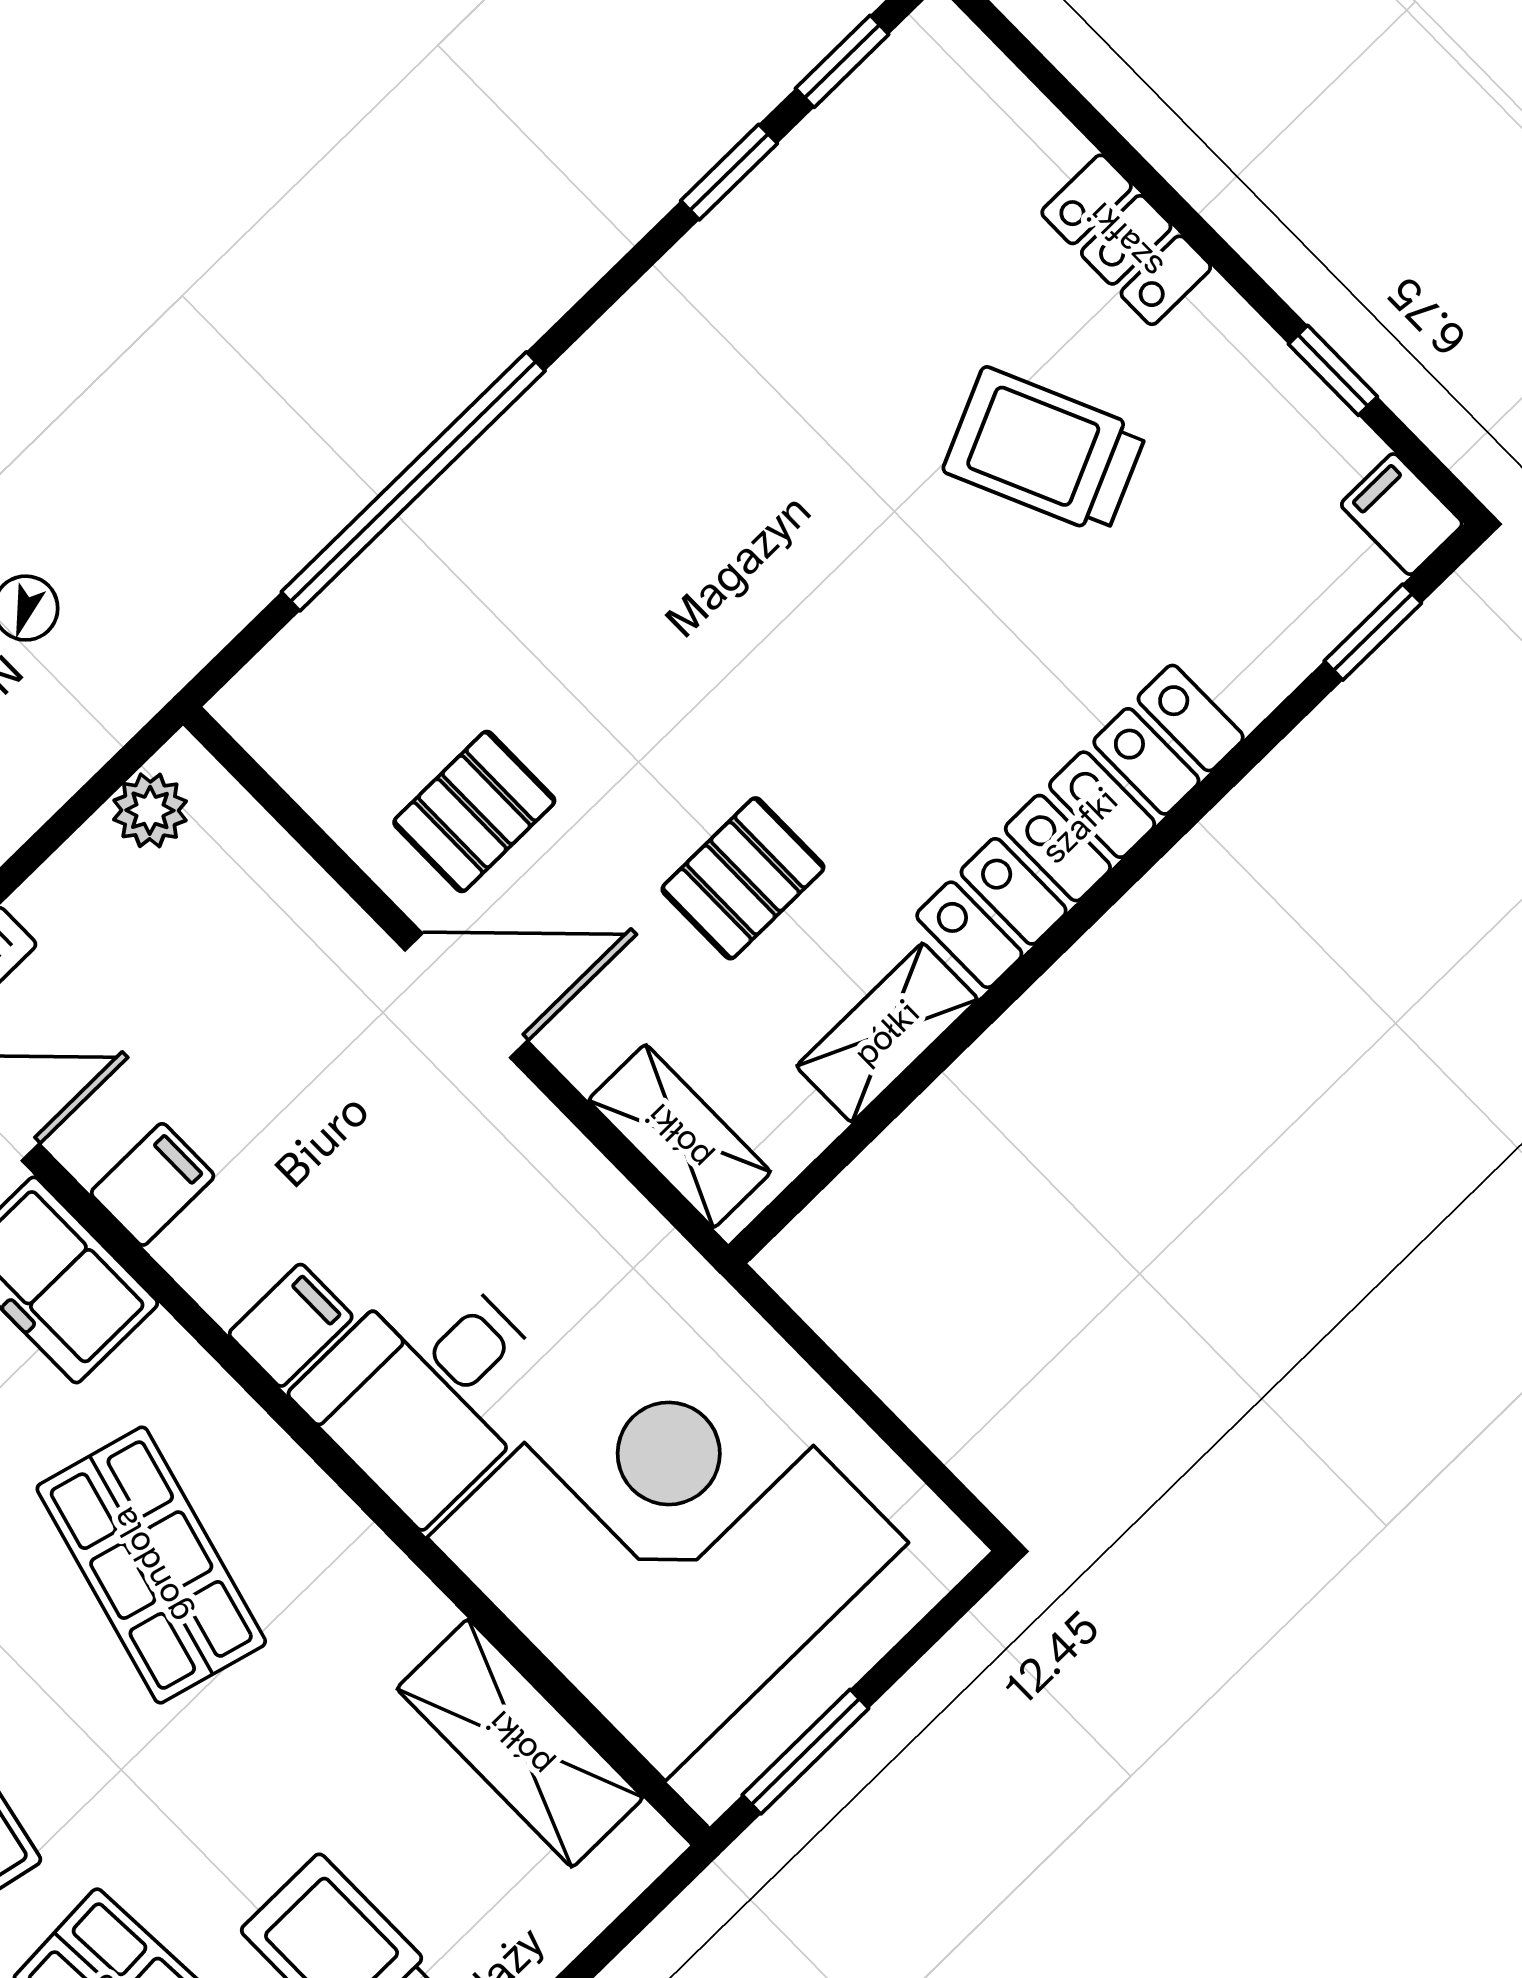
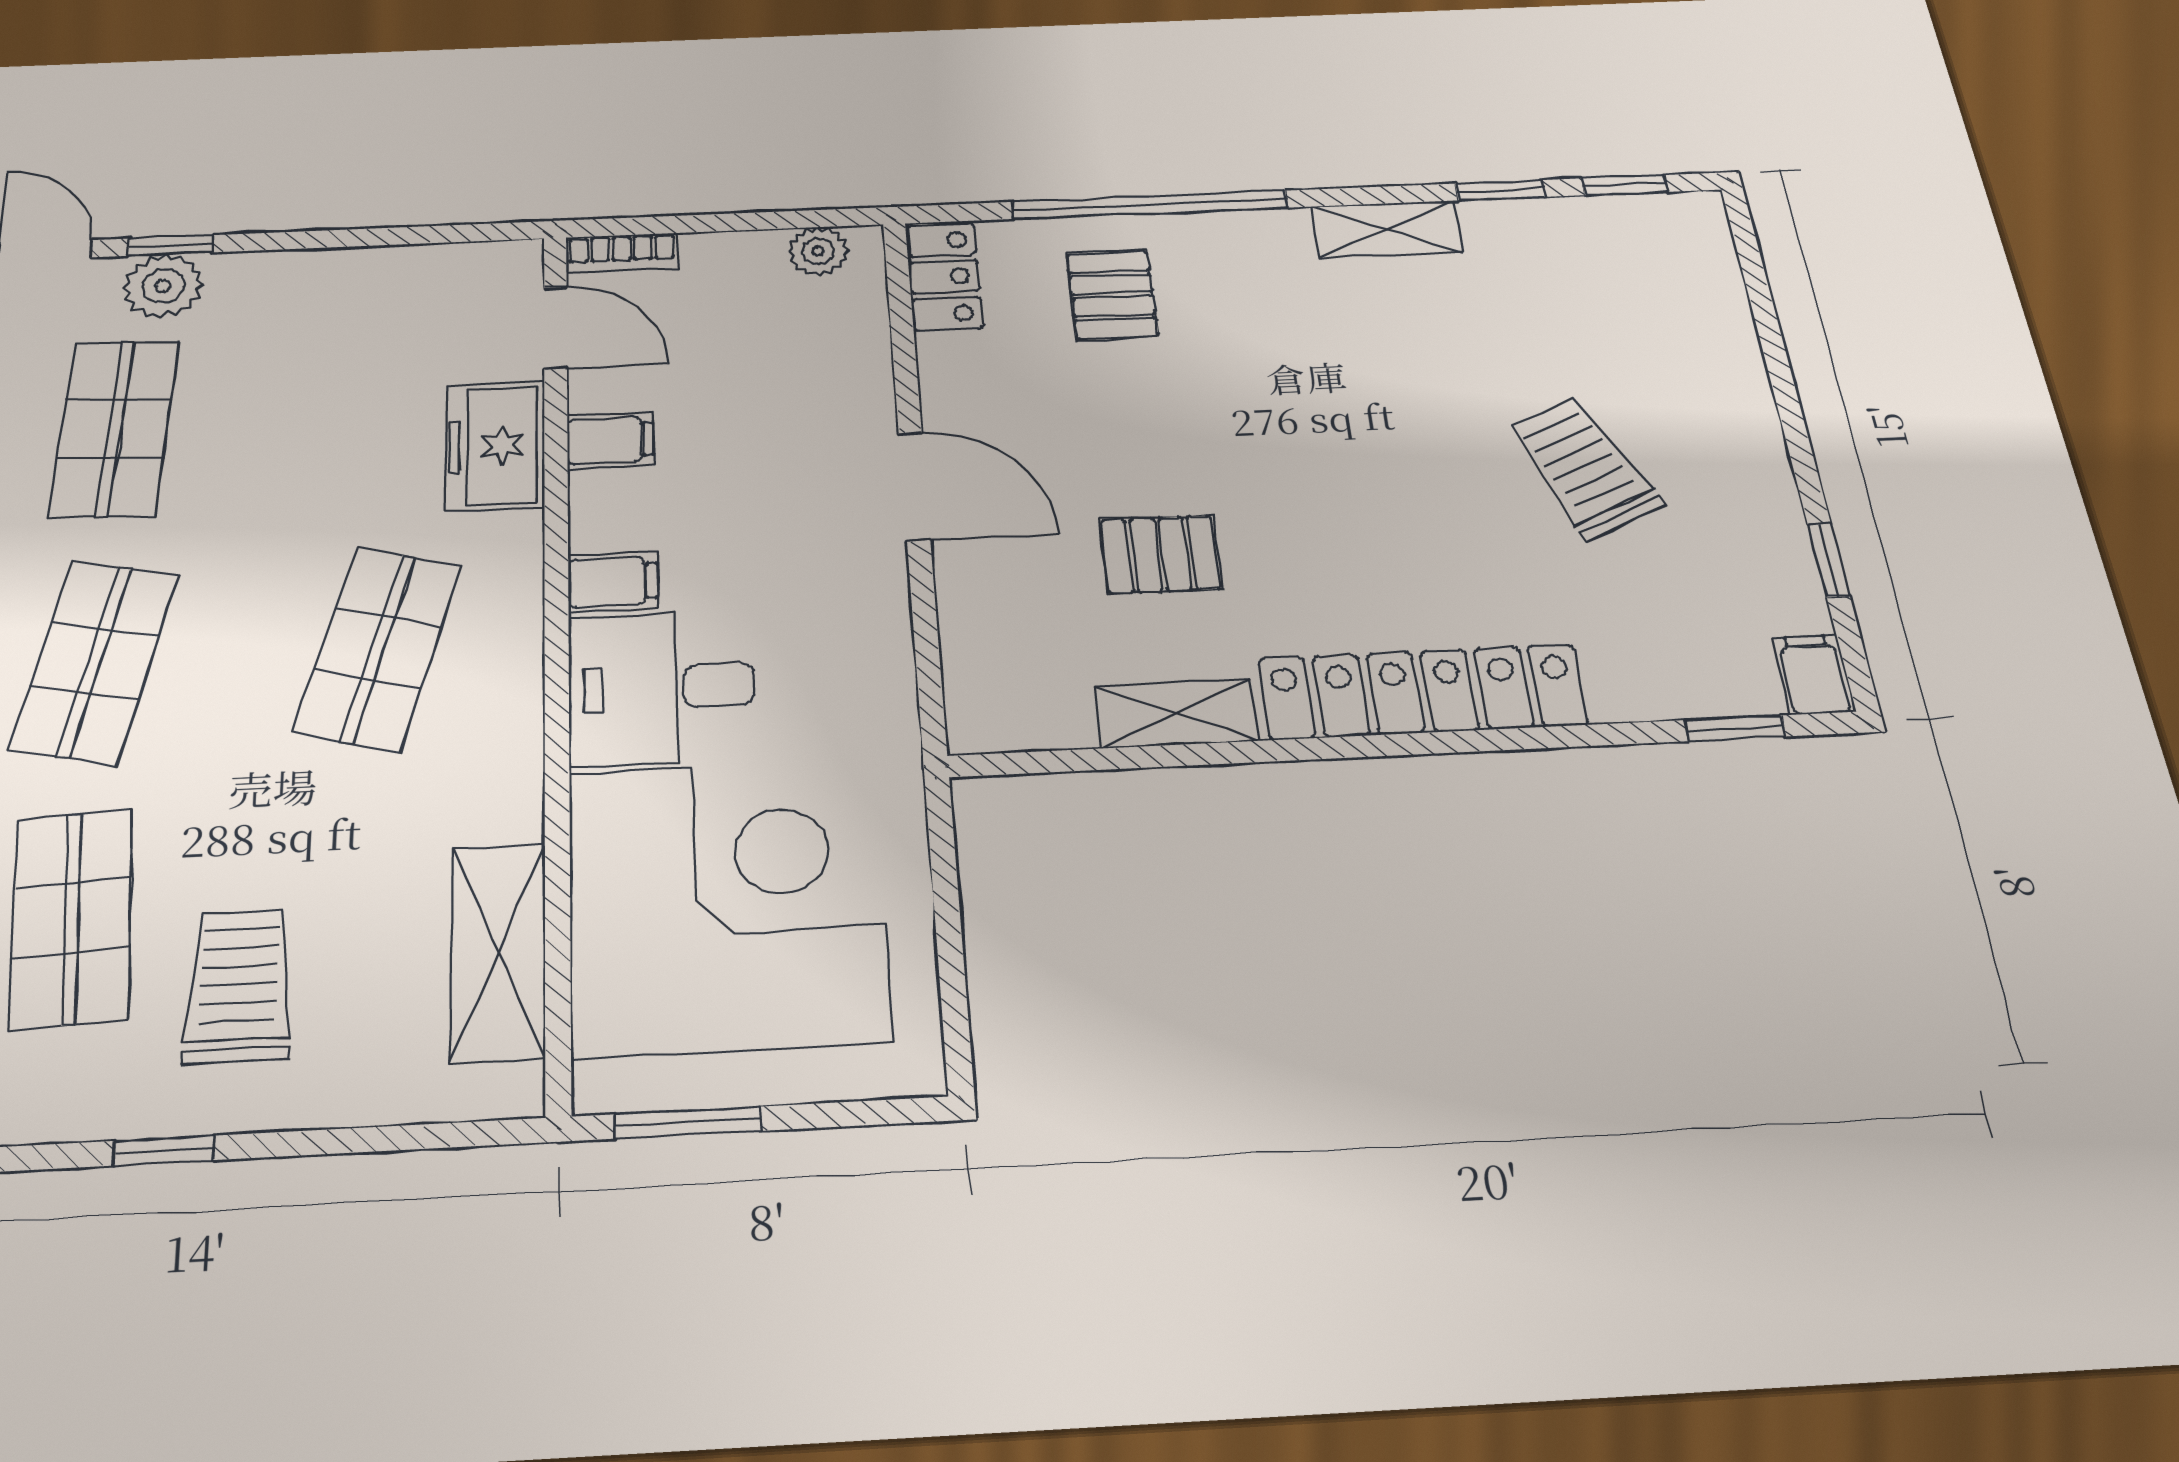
locker: (1126, 240) -> (944, 277), moved, turned 180
pallet: (474, 811) -> (1112, 295), moved, turned 90
shelving: (679, 1136) -> (1386, 229), moved, turned 90

